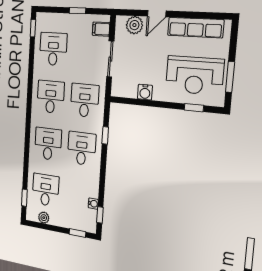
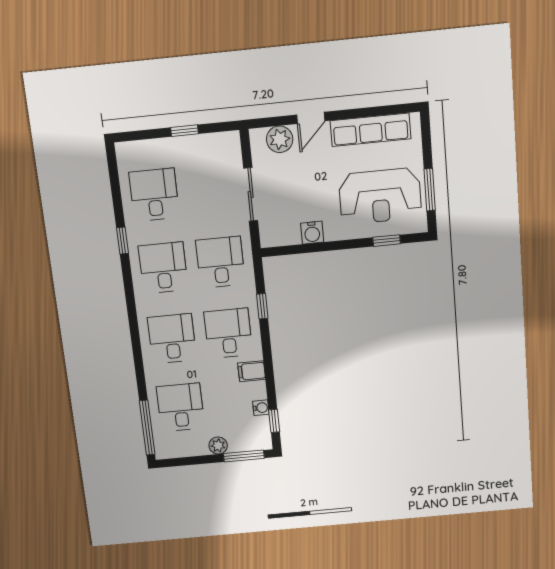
window: (33, 28) -> (123, 241), moved
filing cabinet: (101, 29) -> (252, 371), moved
window: (24, 198) -> (147, 428), width x2.17
plant: (44, 218) -> (218, 446), moved
window: (77, 233) -> (244, 456), width x1.50

